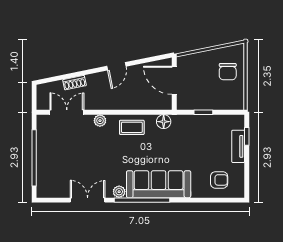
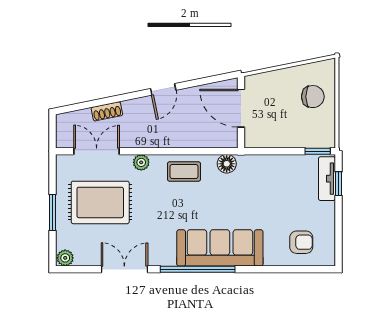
chair: (228, 72) -> (313, 97), turned -90
window: (203, 112) -> (318, 151), moved
tv unit: (238, 146) -> (327, 179), moved
rug: (69, 150) -> (100, 202), added
window: (34, 158) -> (53, 213), width x0.47
plant: (119, 192) -> (65, 258), moved

